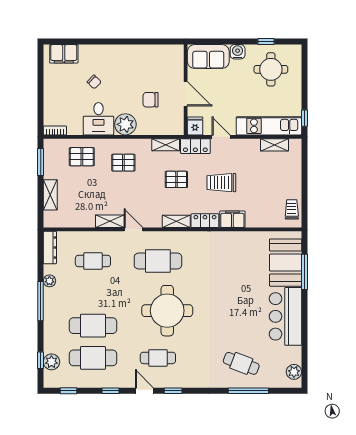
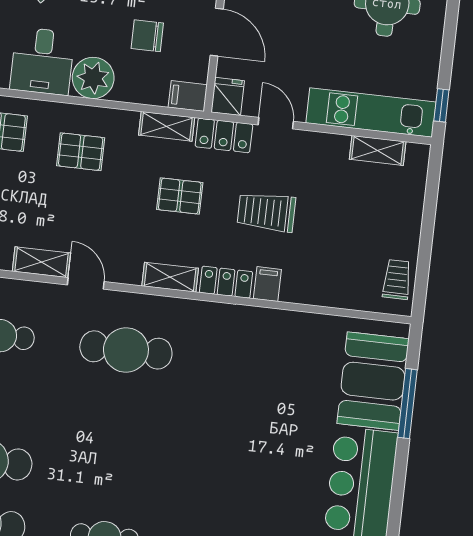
filing cabinet: (175, 128) -> (188, 96), added
filing cabinet: (232, 219) -> (267, 284), width x0.50
round table: (167, 311) -> (133, 448), removed

